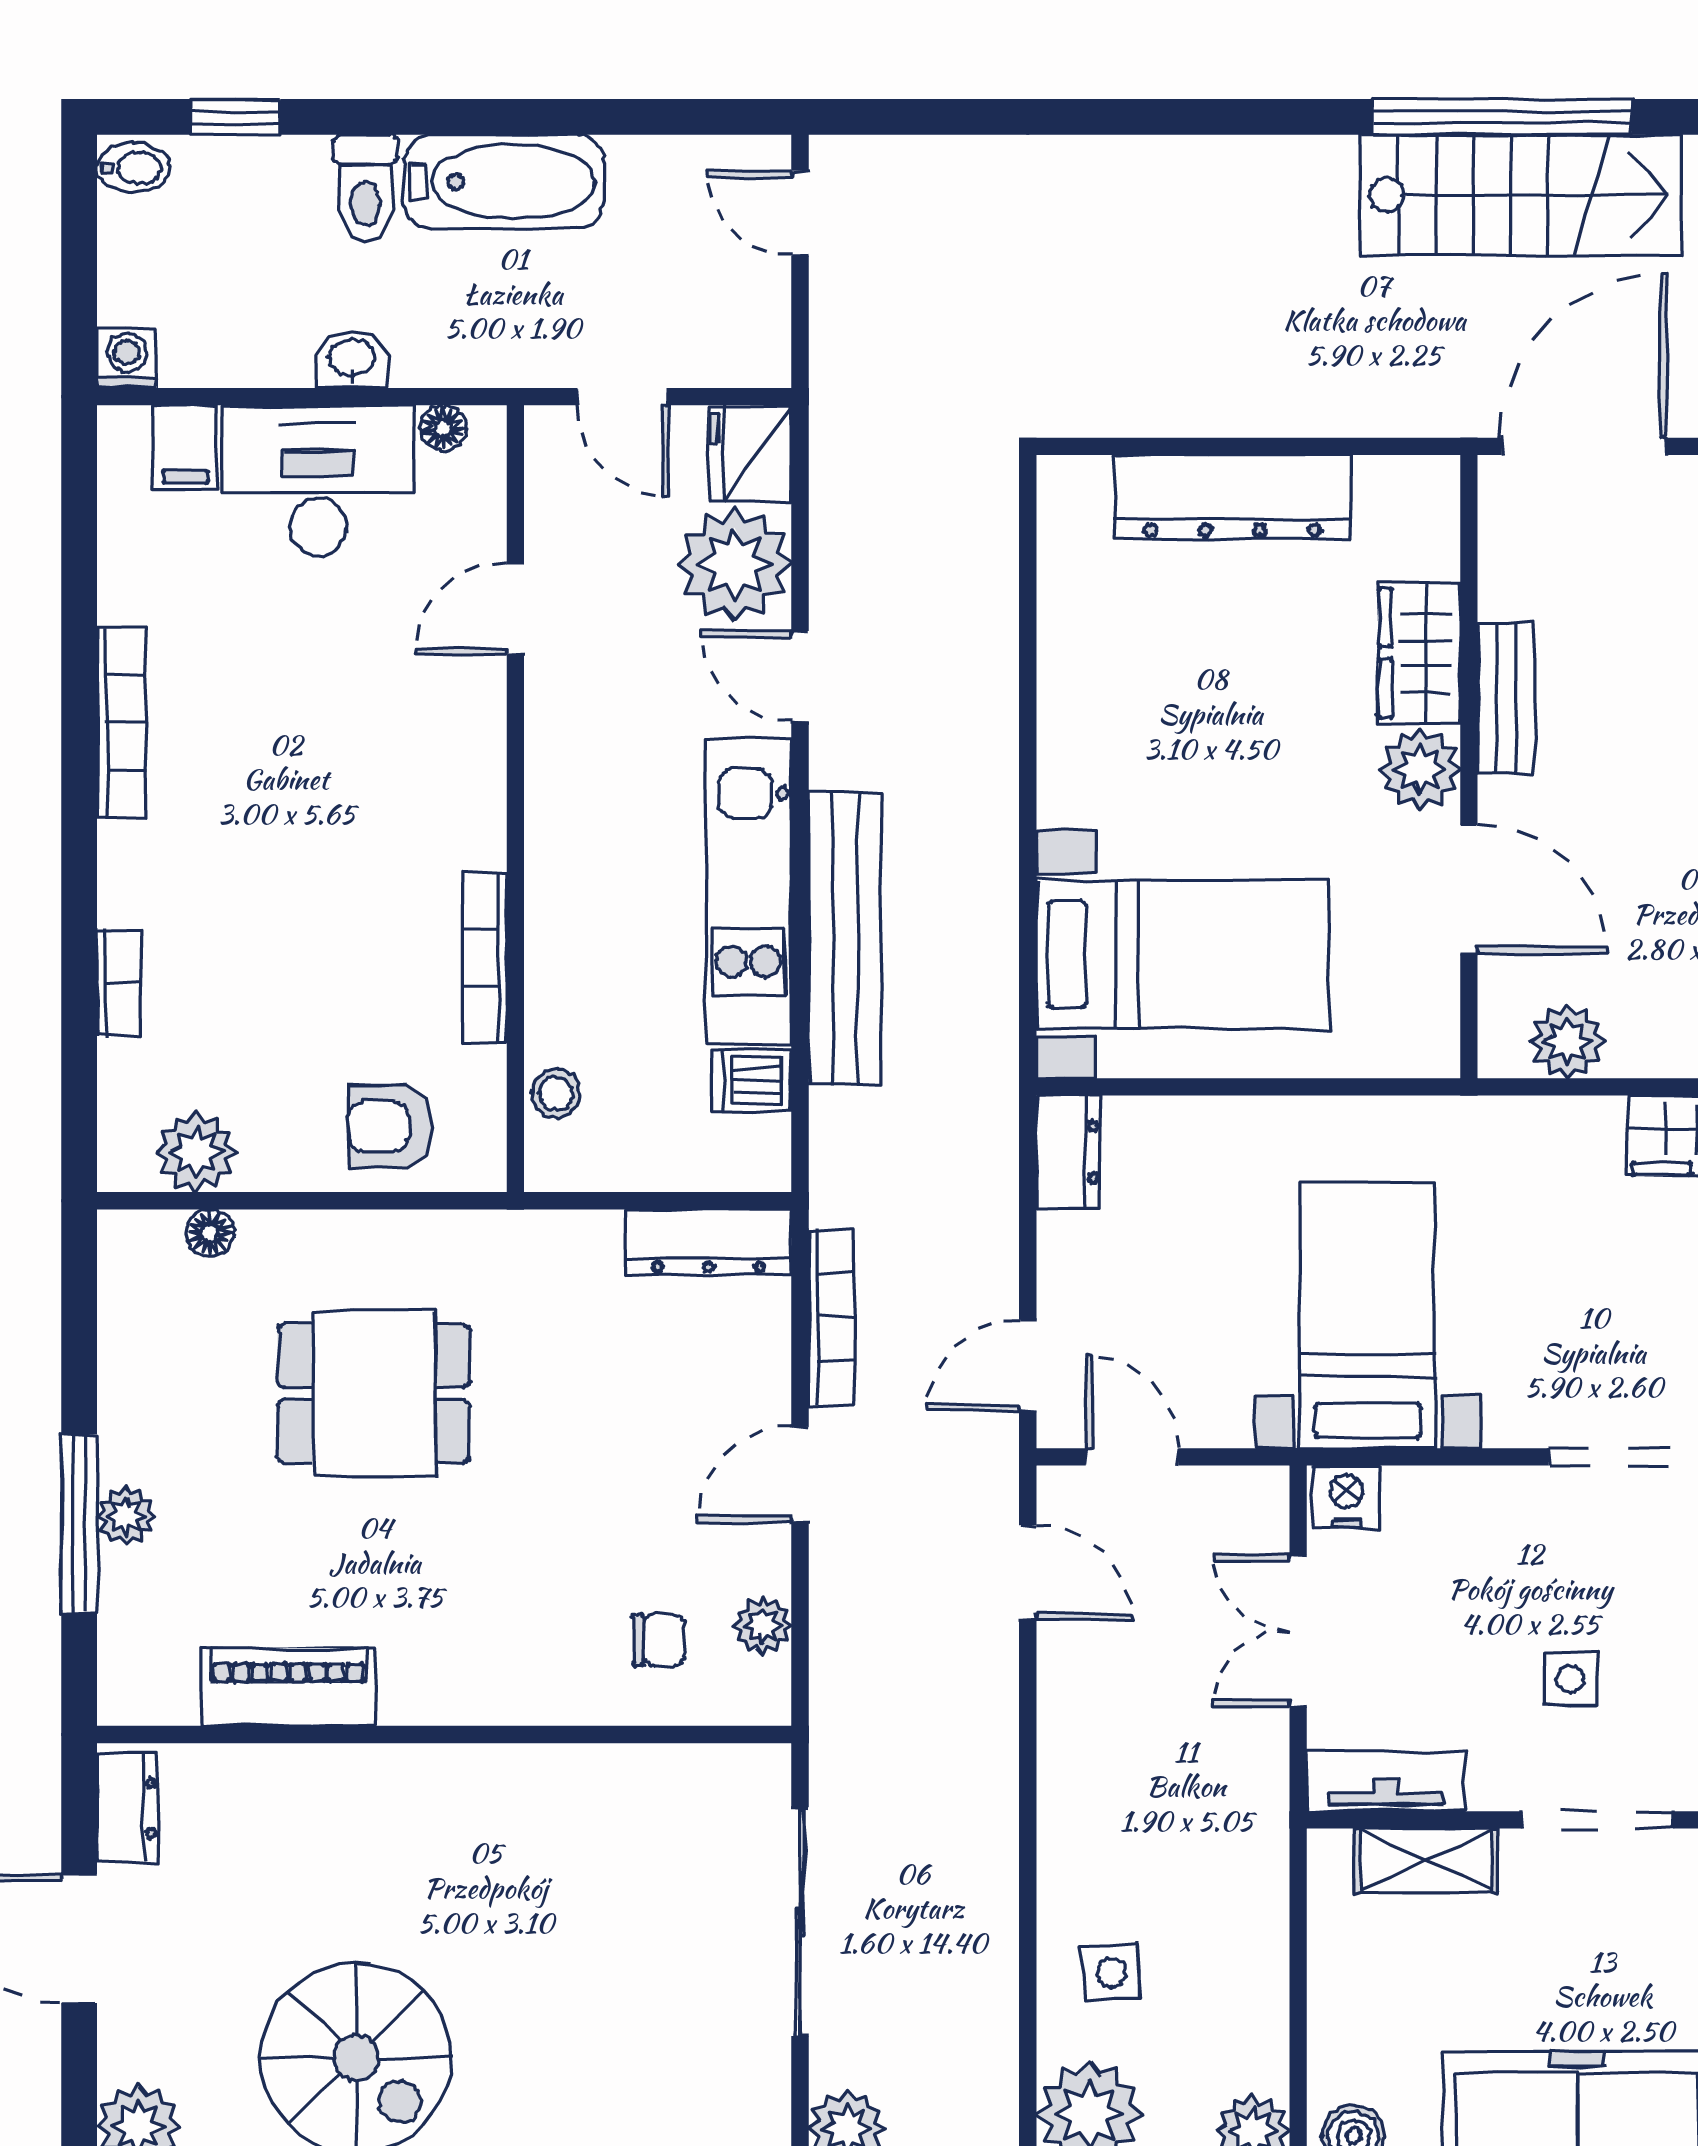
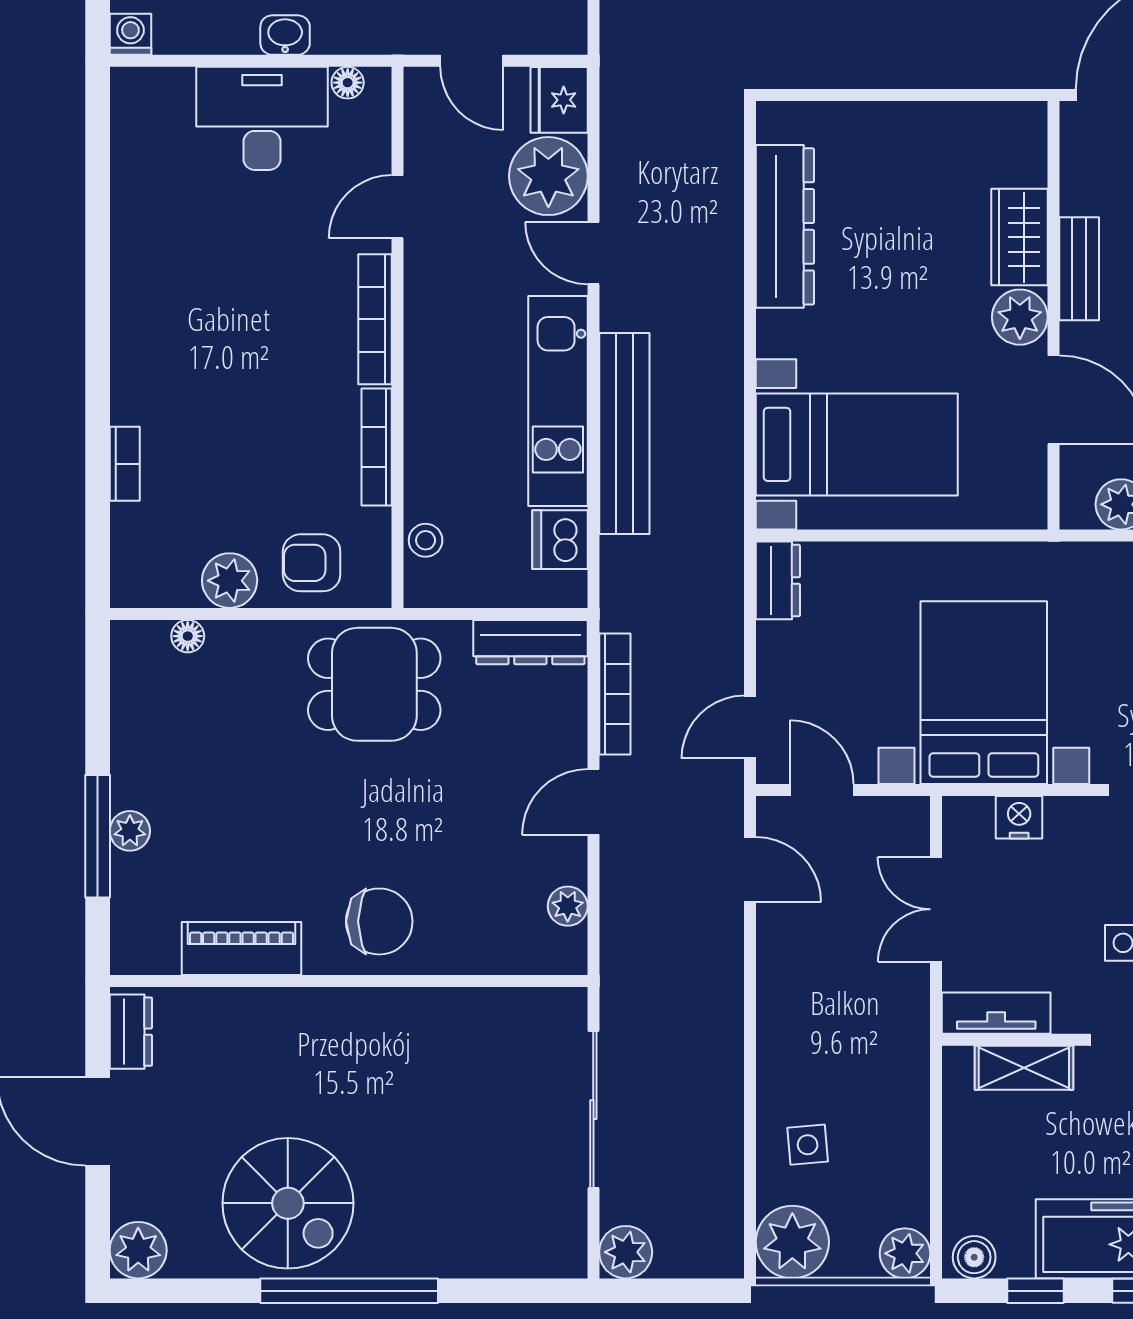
filing cabinet: (185, 447) -> (171, 96), removed
dresser: (1232, 497) -> (785, 226), moved, turned -90
bookcase: (121, 723) -> (375, 319), moved, turned 180
dishwasher: (751, 1081) -> (560, 540), width x1.38
plant: (196, 1152) -> (230, 581), moved
bed with nightstands: (1368, 1315) -> (984, 693), width x1.36
dining table: (374, 1394) -> (374, 684), moved
nightstand: (1346, 1496) -> (1019, 817), moved
chair: (659, 1640) -> (379, 921), moved, width x1.87, depth x1.87

